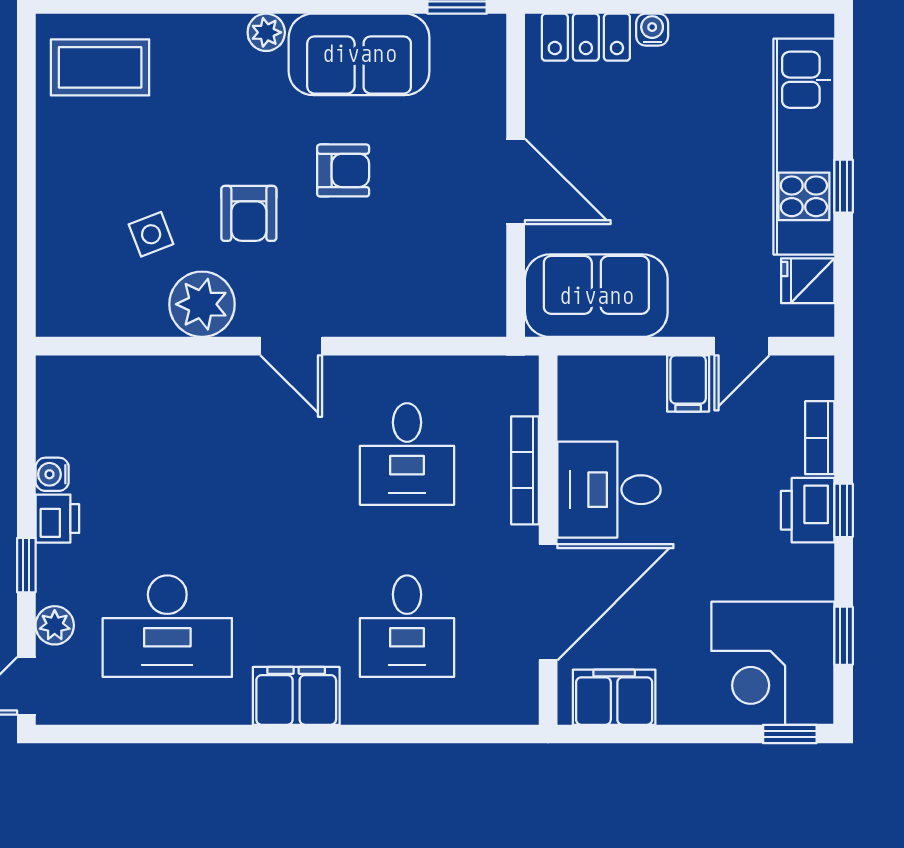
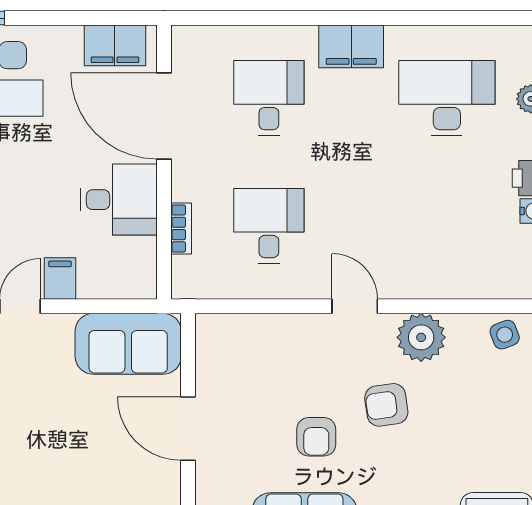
armchair: (343, 170) -> (316, 437), turned -90
armchair: (249, 213) -> (386, 405), turned -98
side table: (151, 234) -> (505, 335), moved
bookcase: (525, 470) -> (181, 228), width x0.64
door: (548, 602) -> (164, 116), hinge flipped

